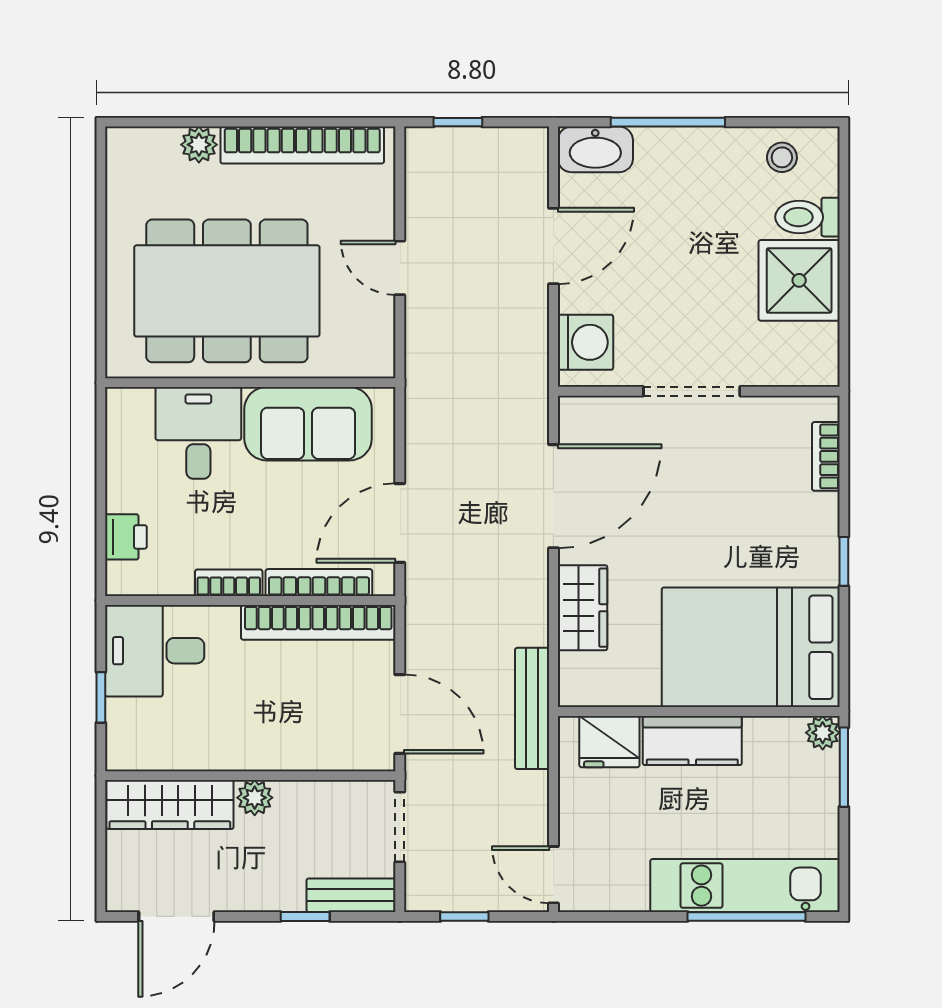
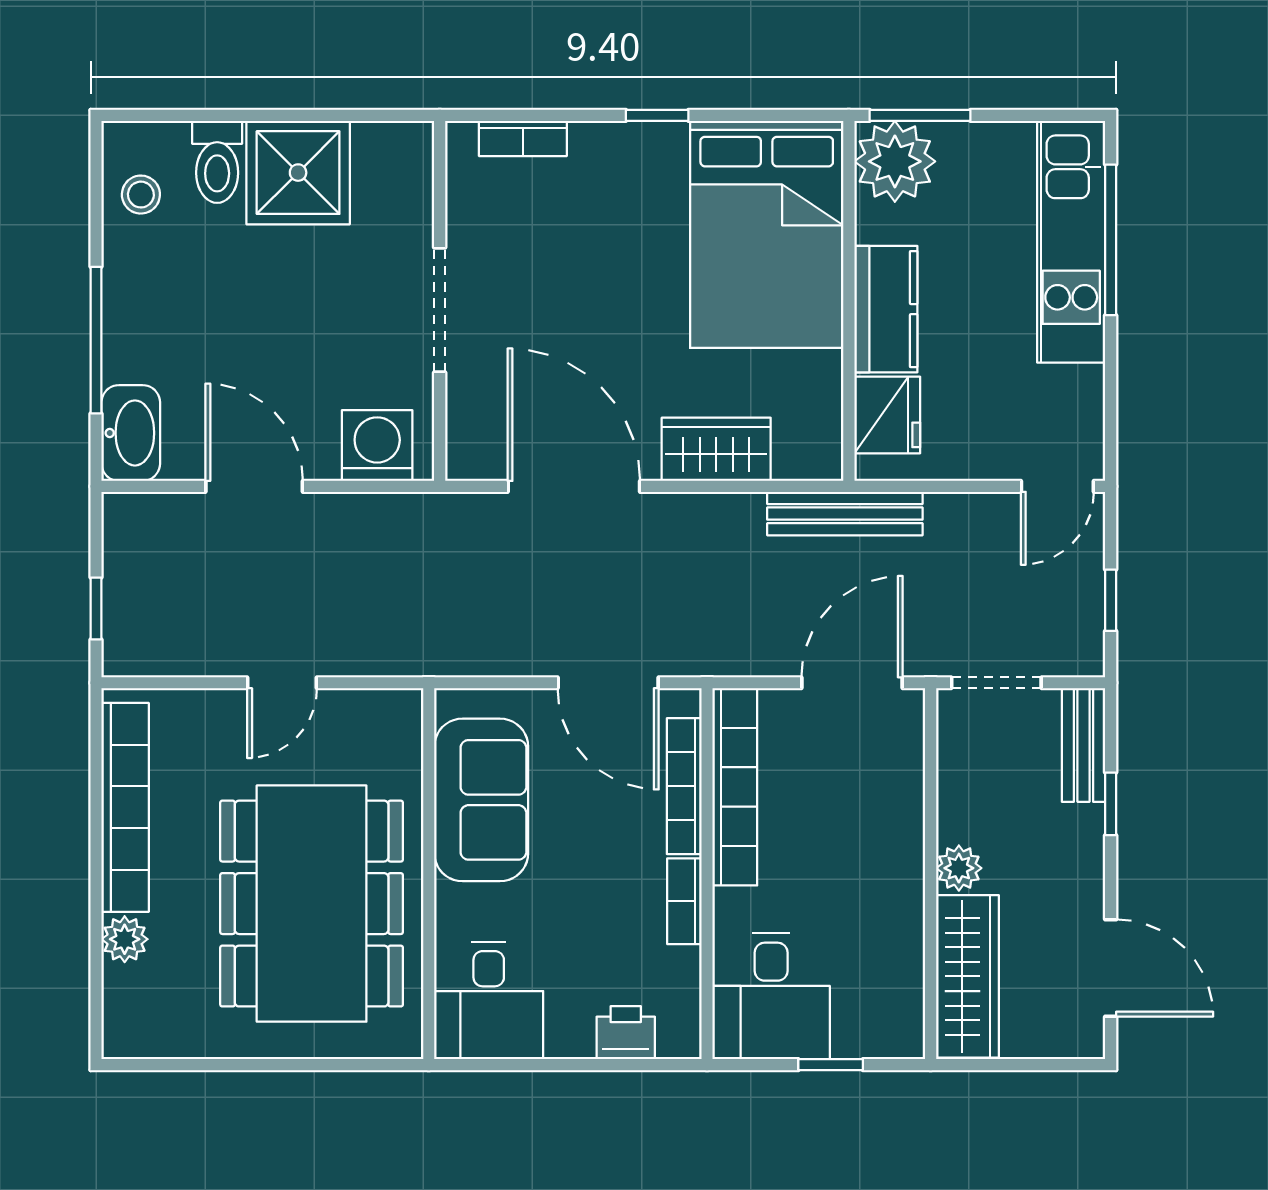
desk: (198, 433) -> (489, 1000), moved, turned -90
plant: (823, 733) -> (895, 161), width x1.88, depth x1.88

